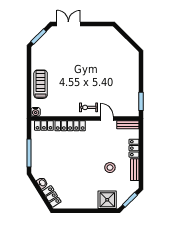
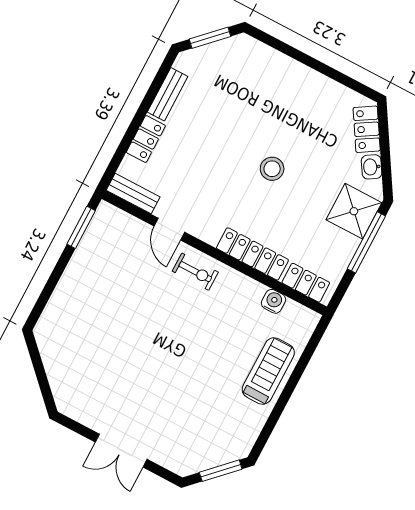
double door: (68, 24) -> (121, 451), moved
treadmill: (41, 84) -> (268, 371), turned 180
water cooler: (36, 112) -> (273, 301), moved
stool: (110, 168) -> (272, 169), moved
shower: (107, 200) -> (354, 211), moved

